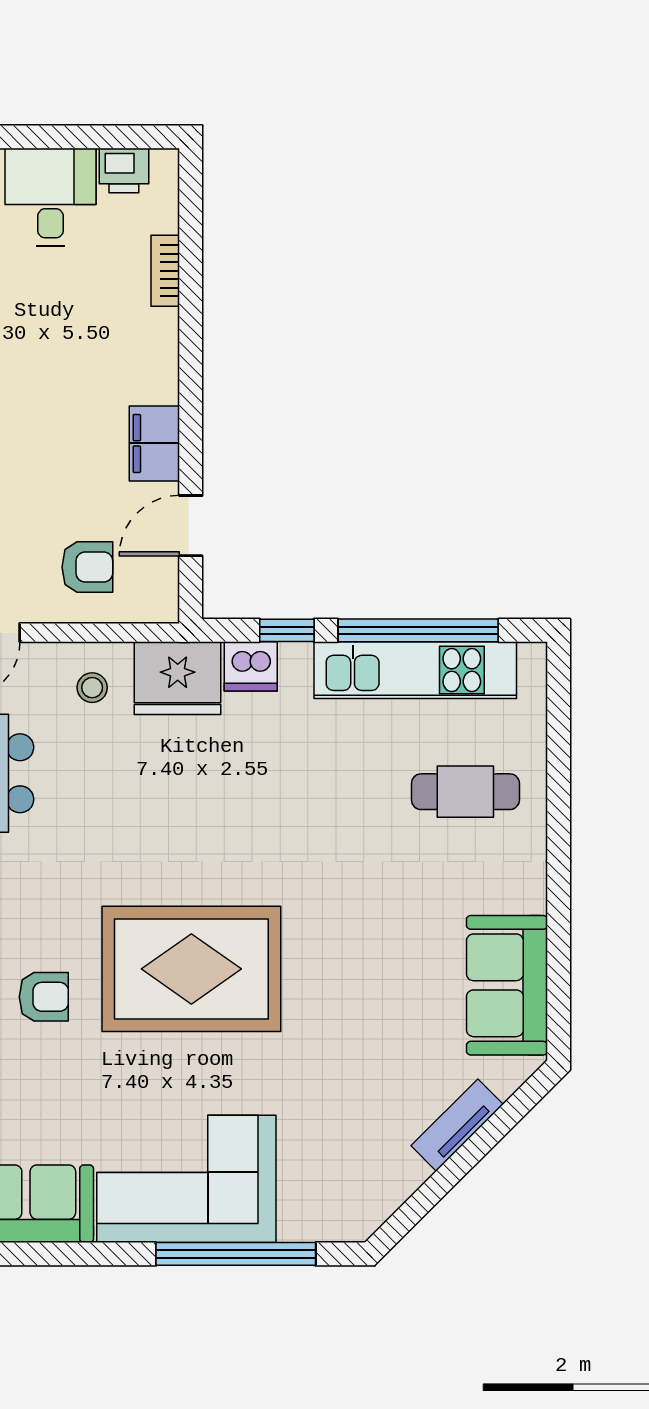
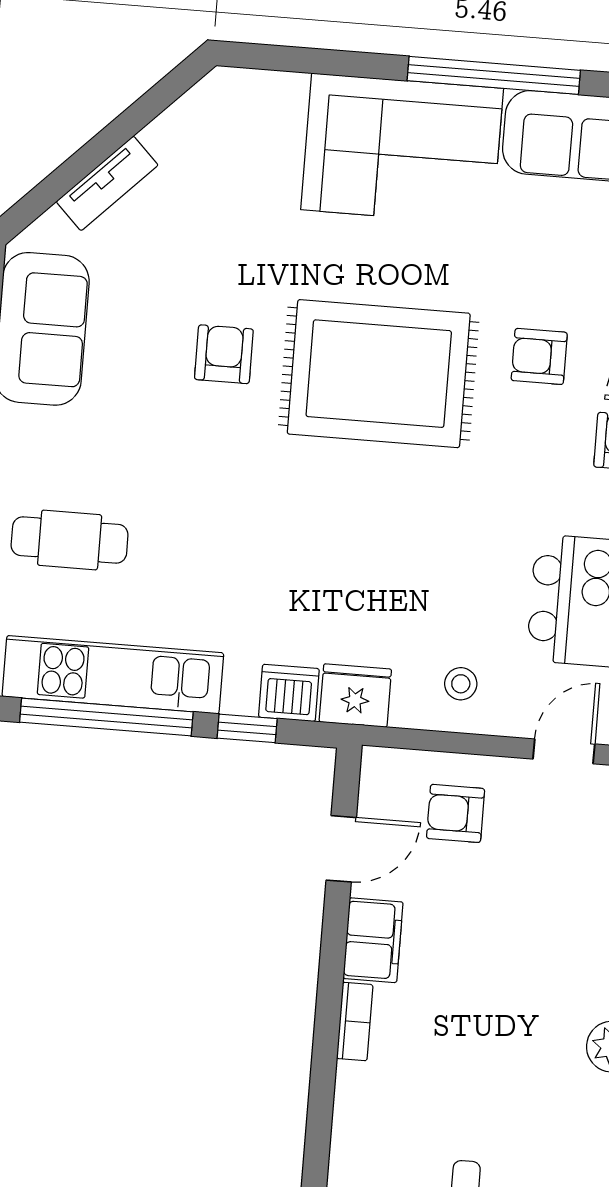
bookcase: (165, 271) -> (355, 1022), moved
fridge: (178, 678) -> (355, 696), width x0.73, depth x0.75
armchair: (336, 975) -> (224, 354), added
window: (236, 1254) -> (494, 75), moved

